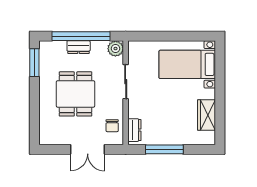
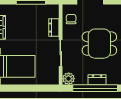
dining table: (76, 94) -> (99, 44), turned 90
dresser: (134, 130) -> (54, 28), moved

